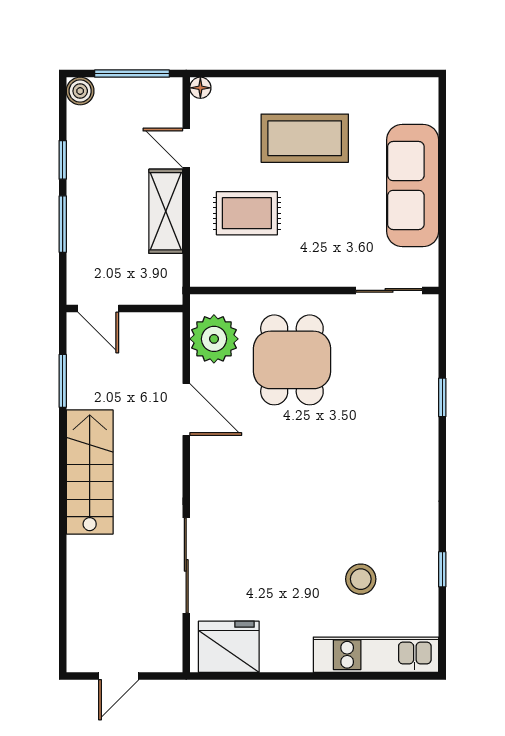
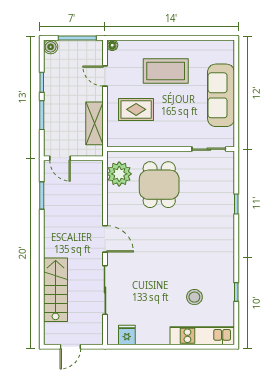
shelving: (166, 211) -> (94, 123), moved
door: (186, 410) -> (105, 239), moved
stairs: (90, 472) -> (56, 290), moved
fridge: (229, 647) -> (127, 335), width x0.53, depth x0.75

